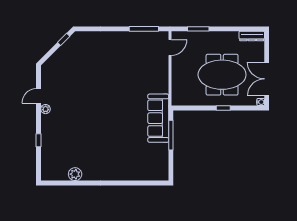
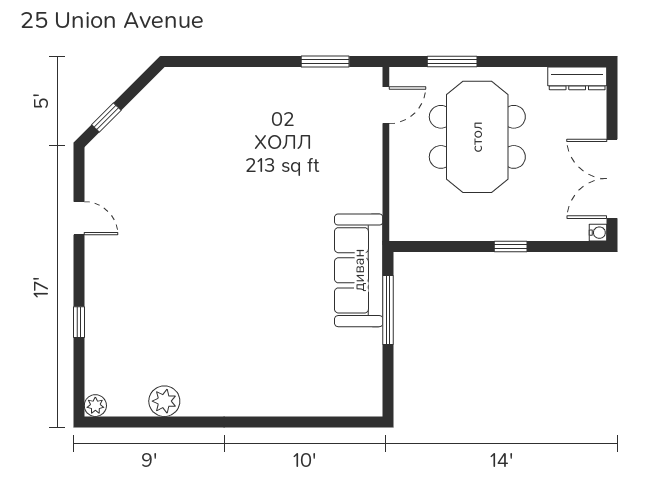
window: (144, 29) -> (325, 62), width x0.69
window: (64, 39) -> (106, 118), moved
meeting table: (222, 75) -> (477, 137), moved, turned 90
door: (39, 96) -> (79, 218), swing flipped
plant: (46, 109) -> (95, 406), moved

